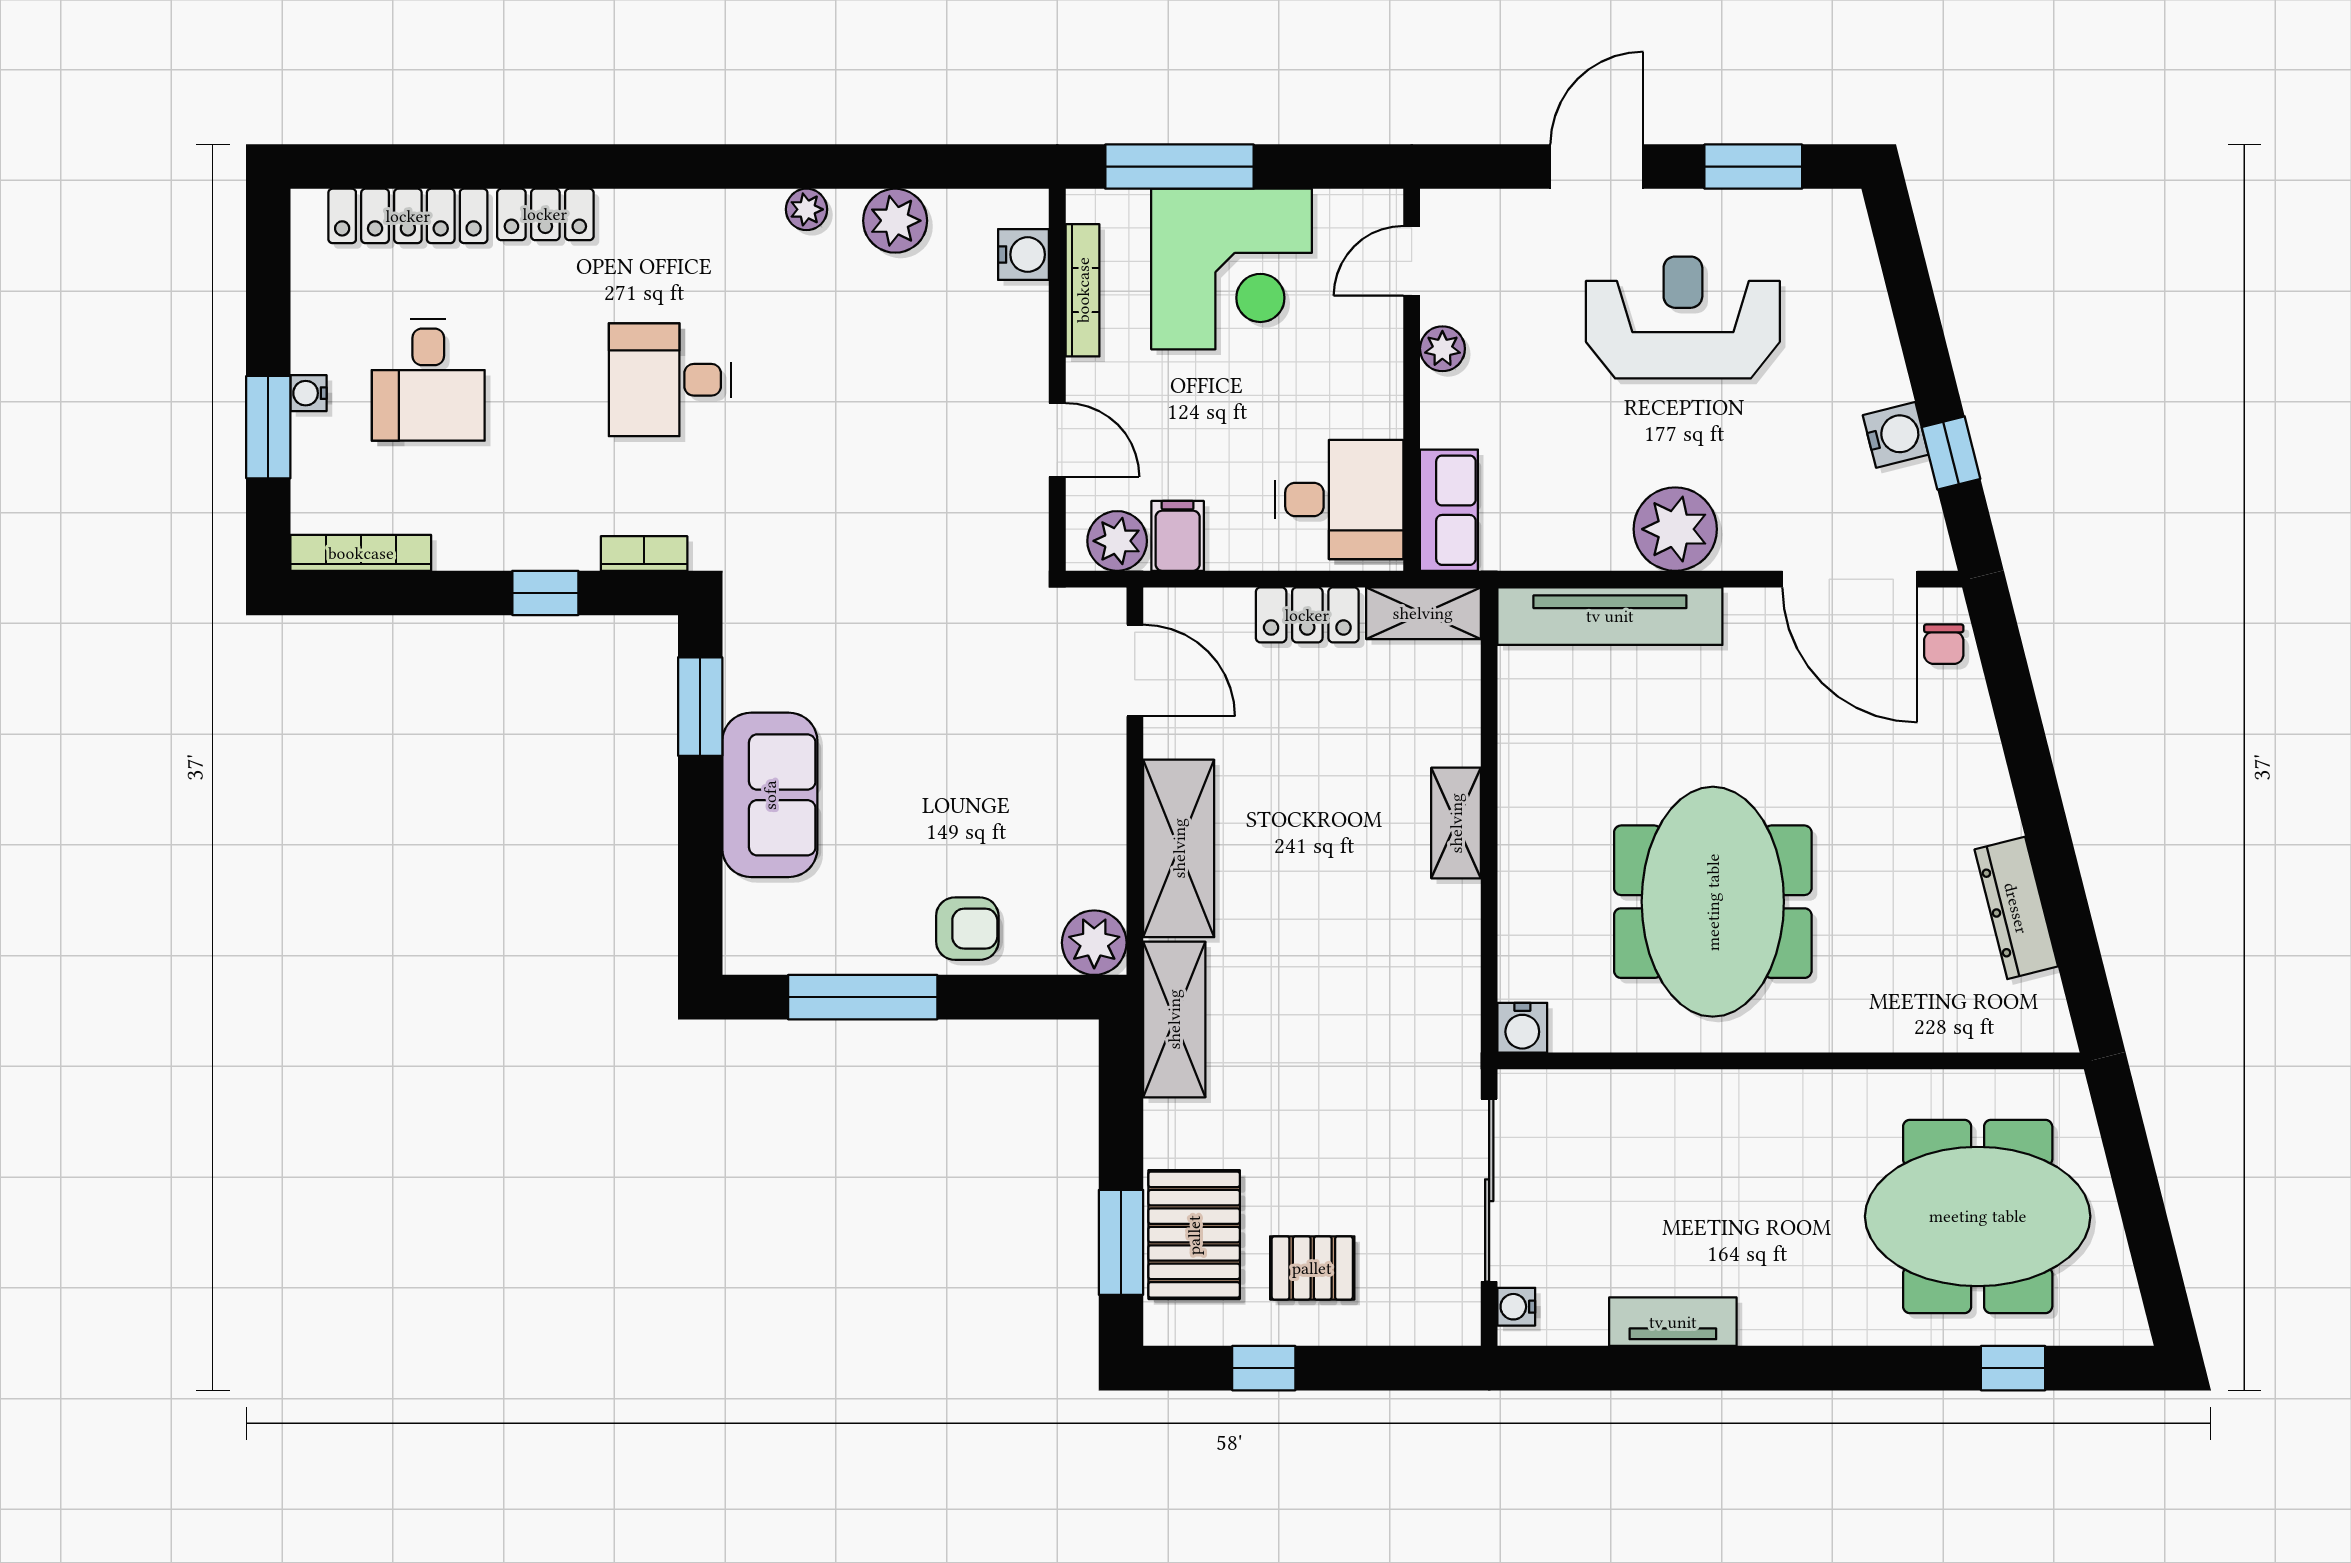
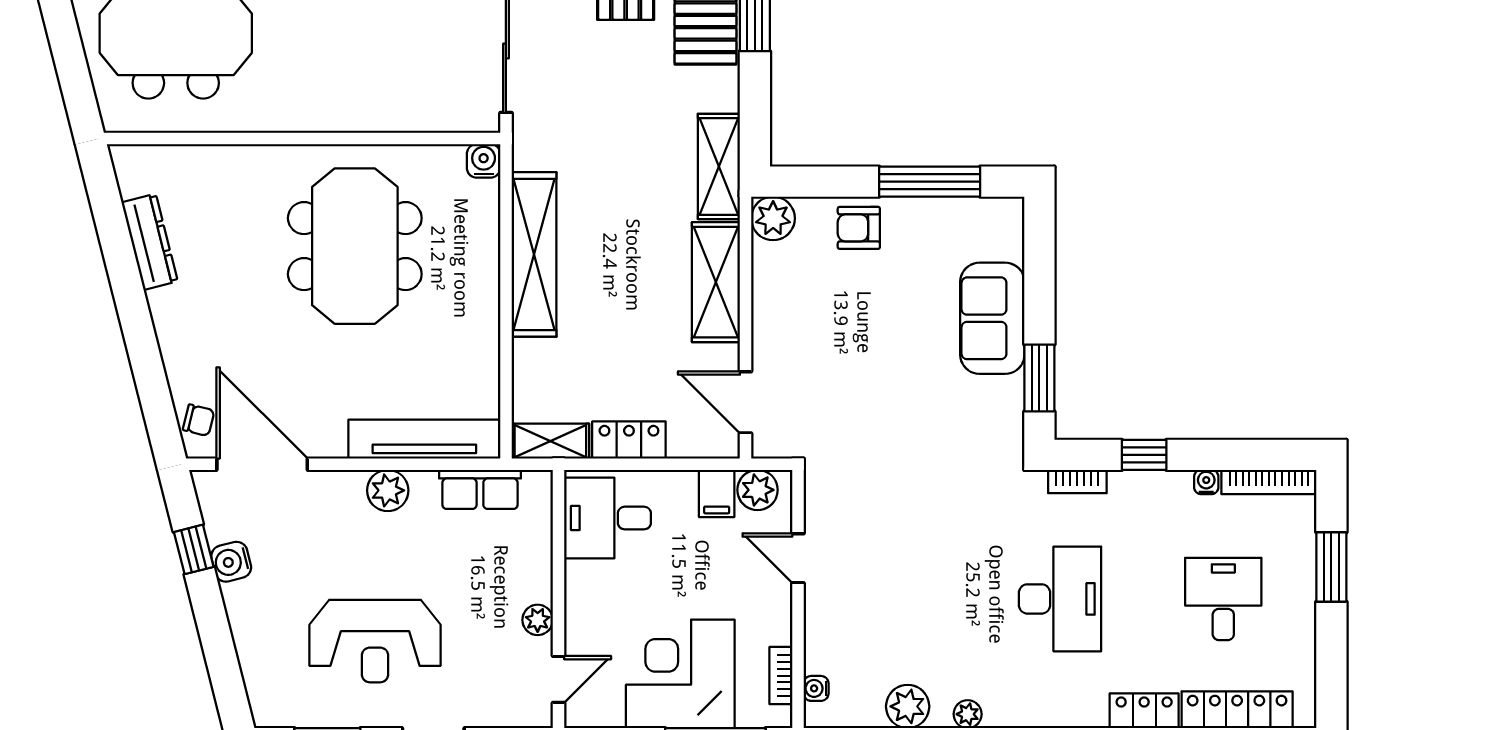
water cooler: (1024, 255) -> (816, 688), width x0.72, depth x0.72
bookcase: (1083, 290) -> (781, 676), width x0.64
desk: (670, 380) -> (1060, 599), width x1.37
water cooler: (308, 393) -> (1206, 482), moved, turned -90
row of seats: (1449, 510) -> (480, 489), moved, turned -90
plant: (1675, 529) -> (388, 490), width x0.73, depth x0.73
chair: (1944, 644) -> (199, 420), turned 104
shelving: (1456, 823) -> (534, 254), width x2.20, depth x1.33

